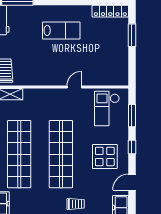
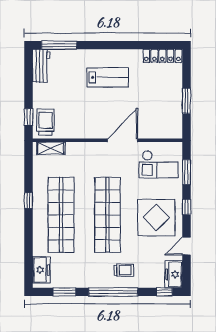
window: (132, 35) -> (187, 101), moved
door: (74, 87) -> (122, 140), width x1.88
checkout: (107, 109) -> (159, 164), turned -90
display table: (105, 156) -> (156, 218), width x1.36, depth x1.36

